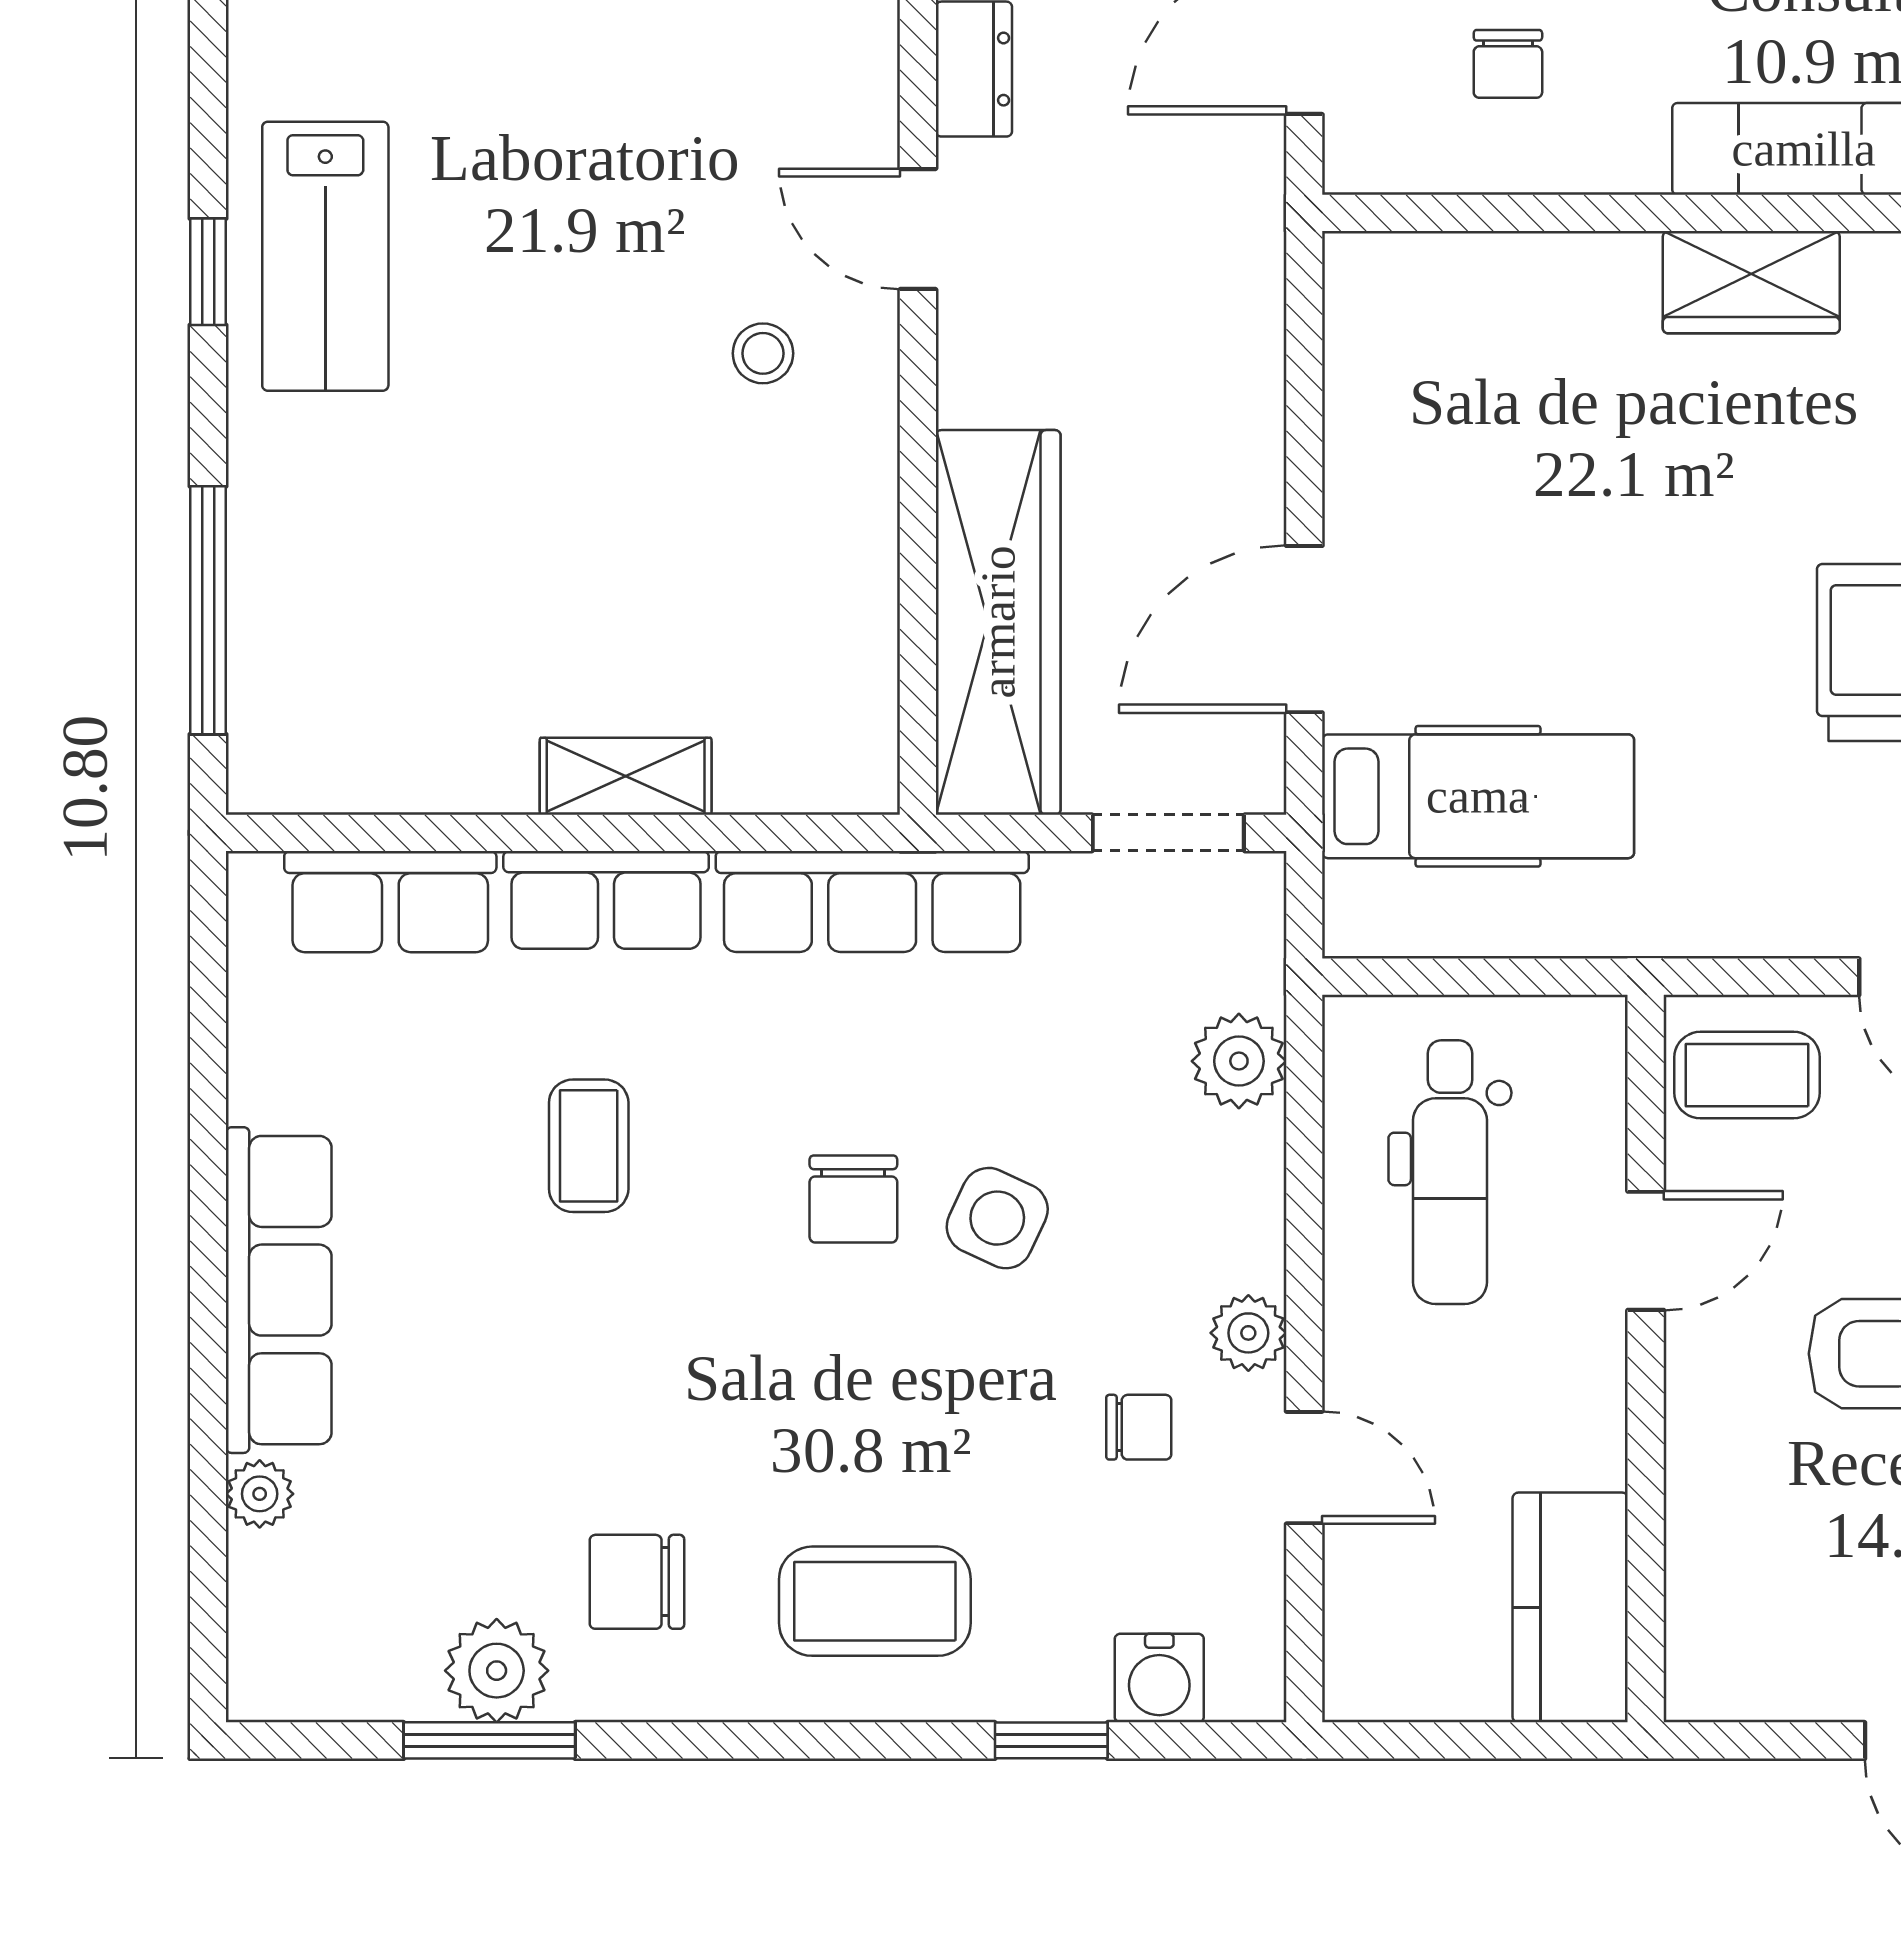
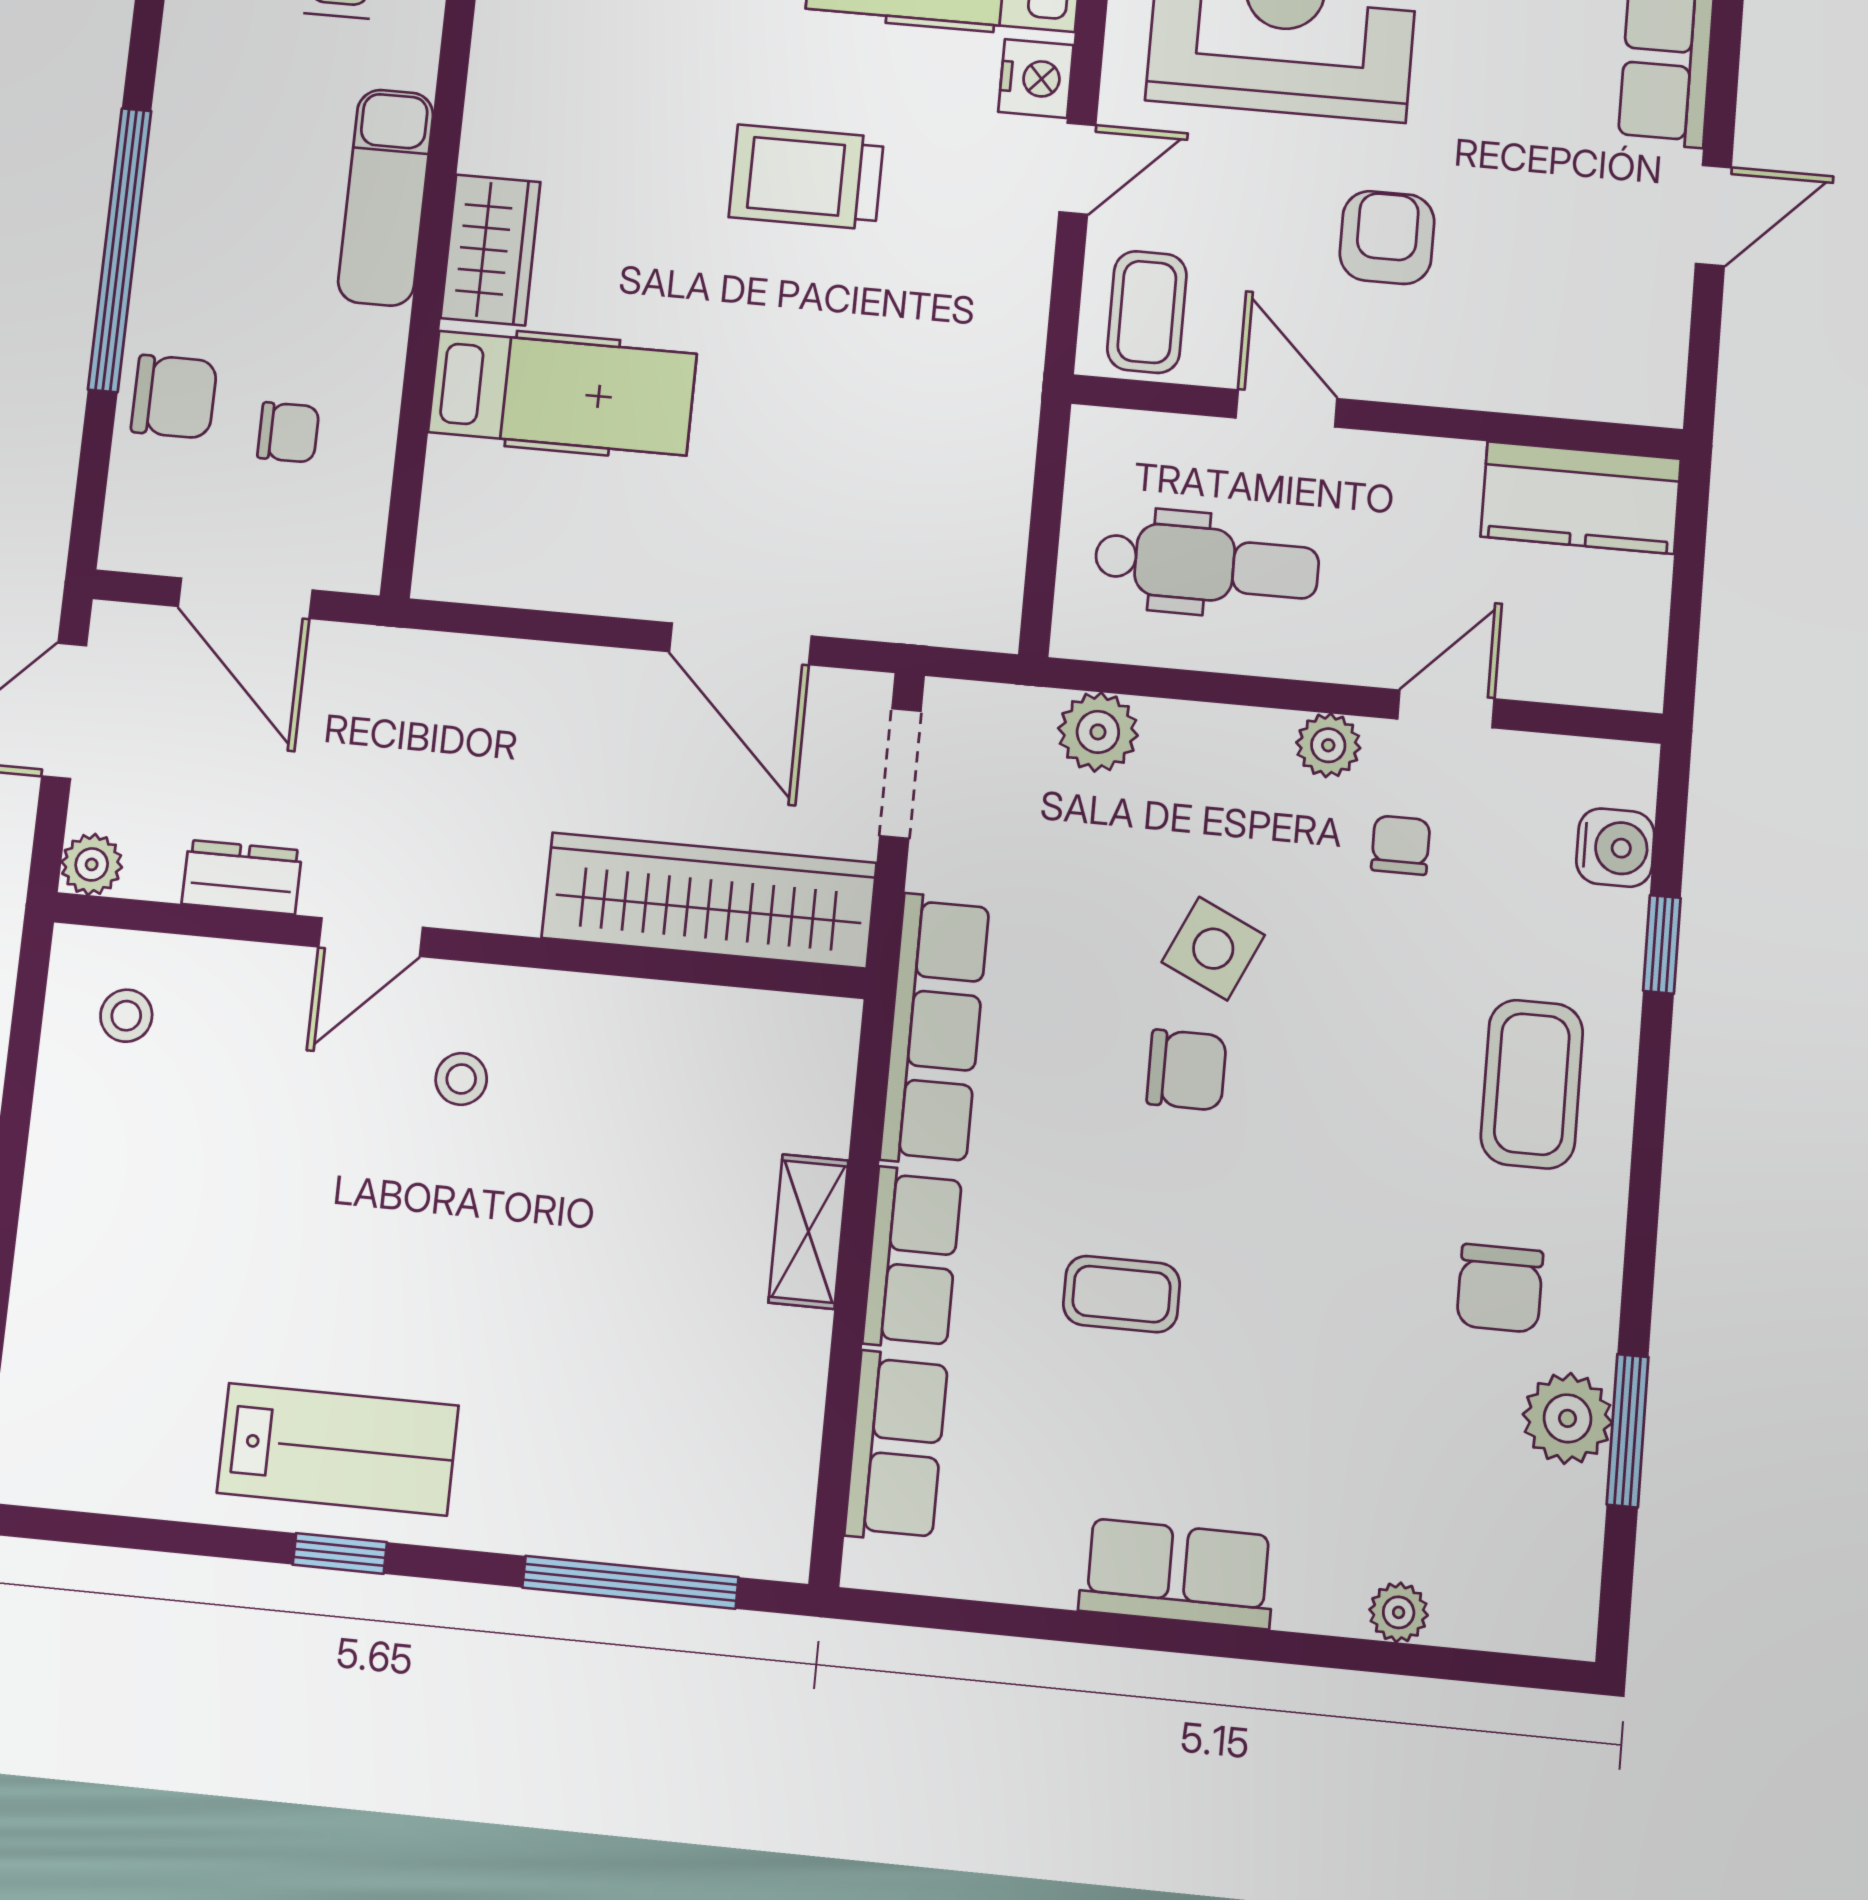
hospital bed: (1478, 796) -> (562, 393), moved, turned 90
row of seats: (279, 1290) -> (1177, 1573), width x0.68

